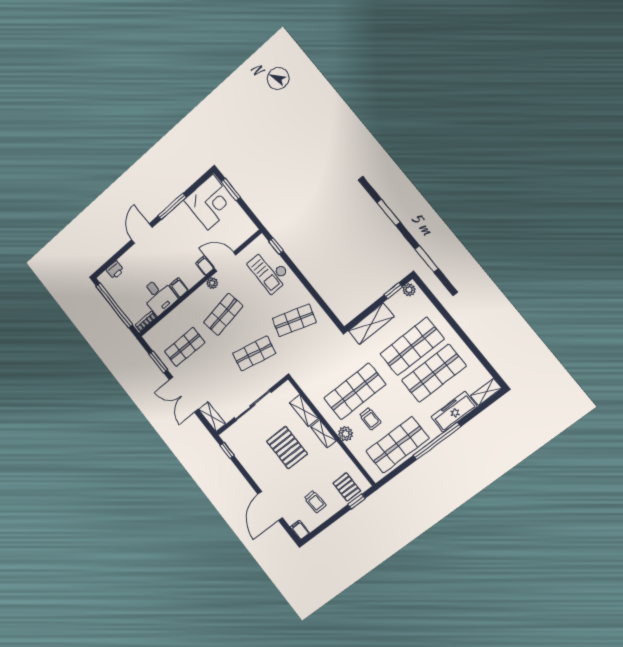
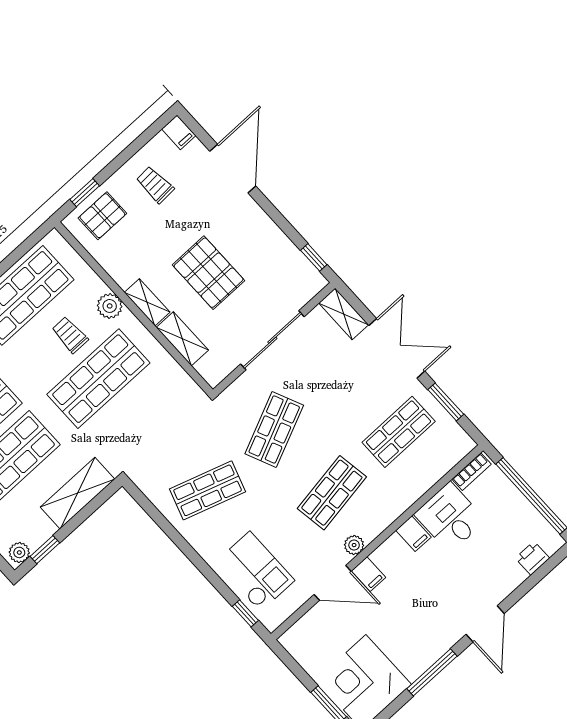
shop shelf: (254, 353) -> (274, 430), turned -36
pallet: (347, 487) -> (102, 216), turned 90

